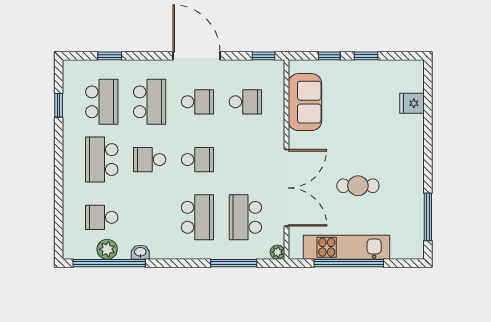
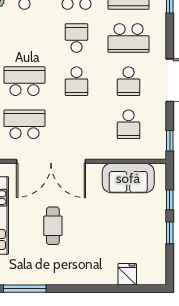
school desk: (197, 217) -> (24, 81), turned 180

